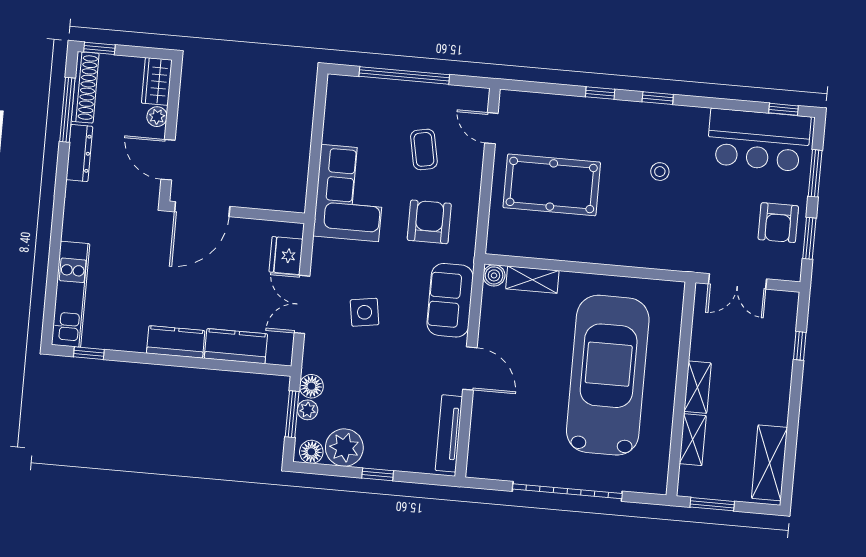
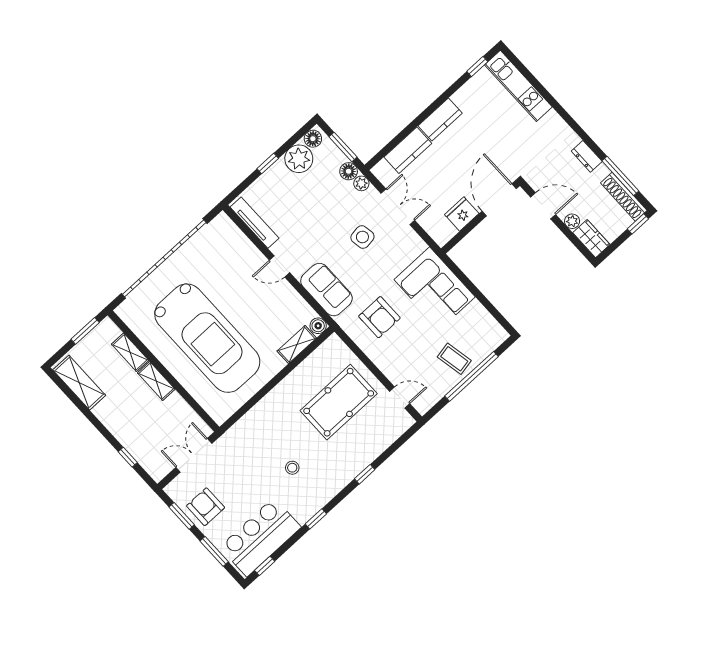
window: (658, 98) -> (316, 519), moved
coffee table: (424, 149) -> (454, 359), moved
dresser: (79, 153) -> (587, 156), width x0.70
fridge: (286, 256) -> (462, 214), moved, turned -90
door: (470, 368) -> (279, 266), width x0.73
plant: (308, 410) -> (361, 183), moved
garage door: (567, 491) -> (164, 258), width x1.36

